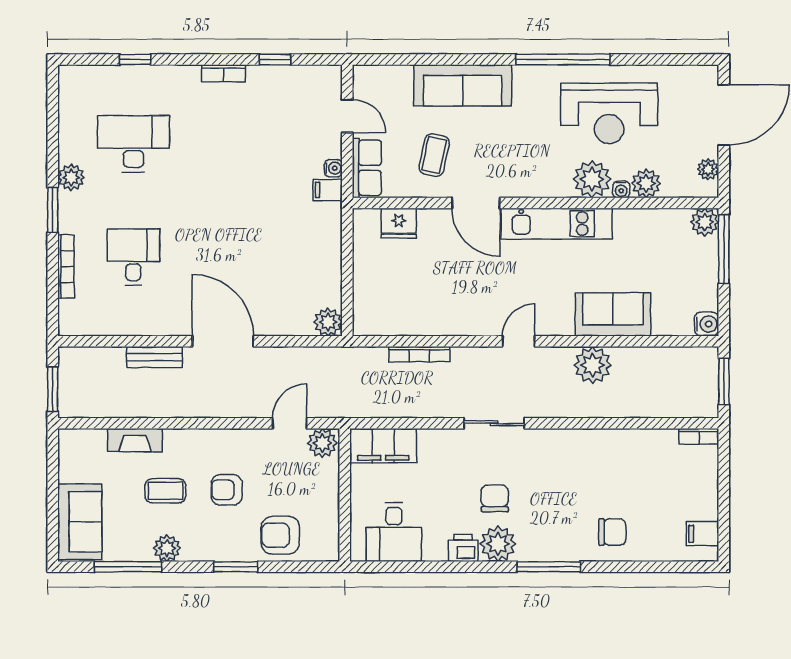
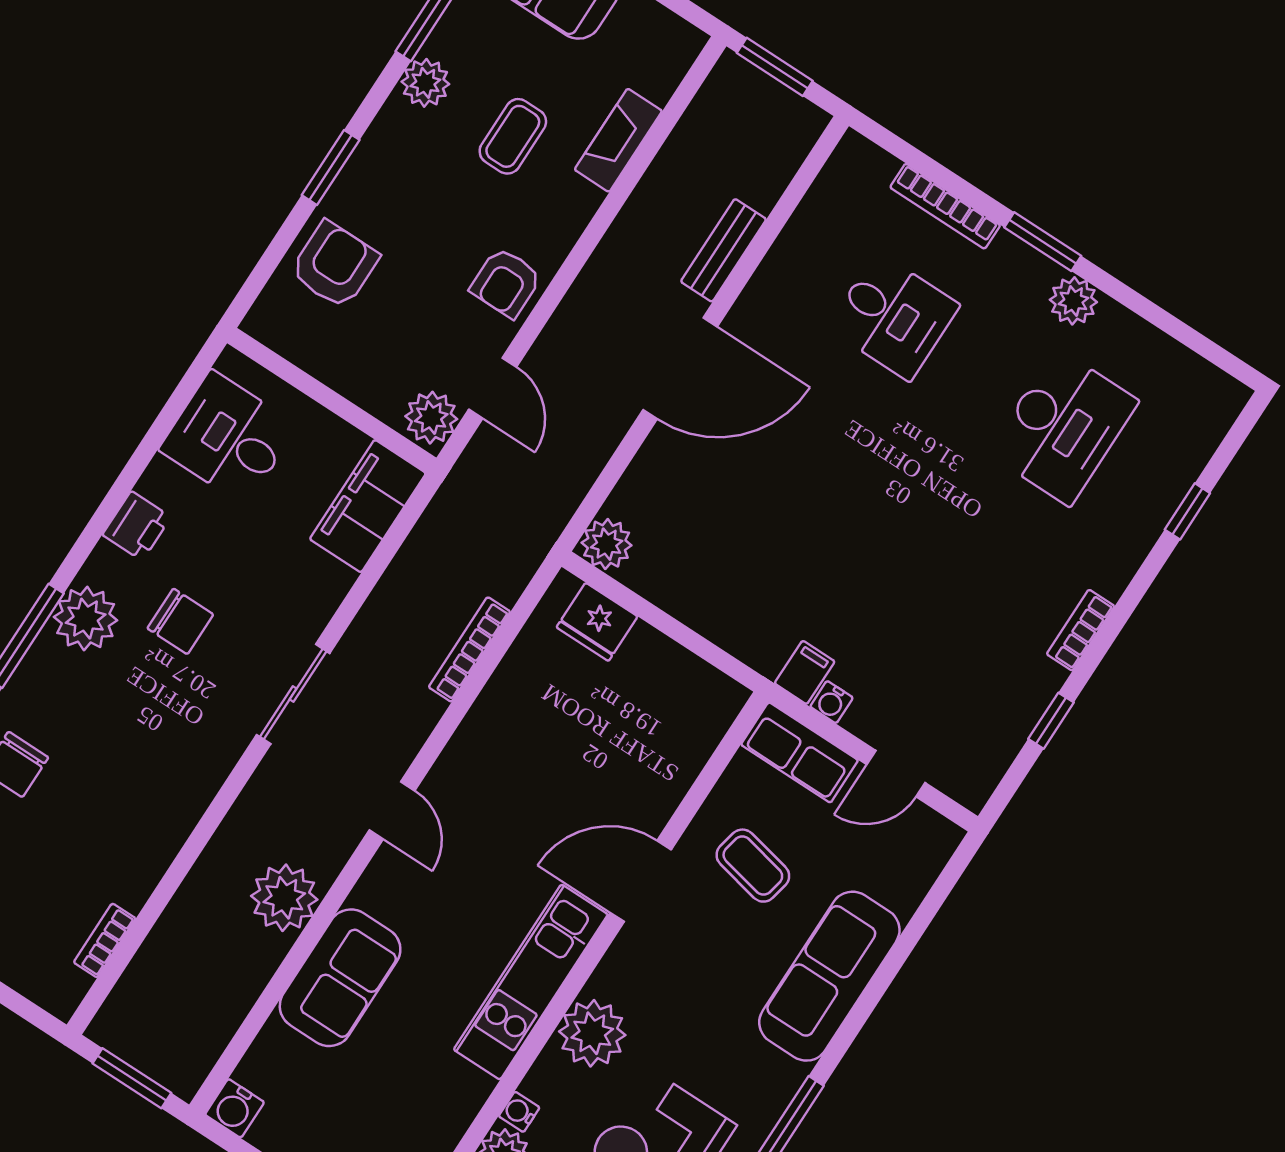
plant: (592, 179) -> (592, 1033), moved
fridge: (399, 223) -> (597, 622), moved, turned -90
bookcase: (699, 436) -> (105, 940), moved
armchair: (227, 490) -> (506, 283), moved, turned 180
plant: (498, 544) -> (86, 619), moved

